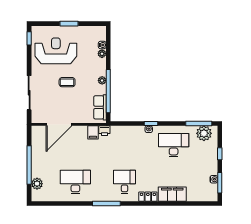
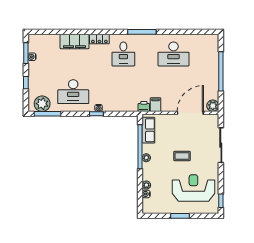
reception desk: (56, 51) -> (193, 188), turned 180
plant: (37, 184) -> (213, 106), moved

